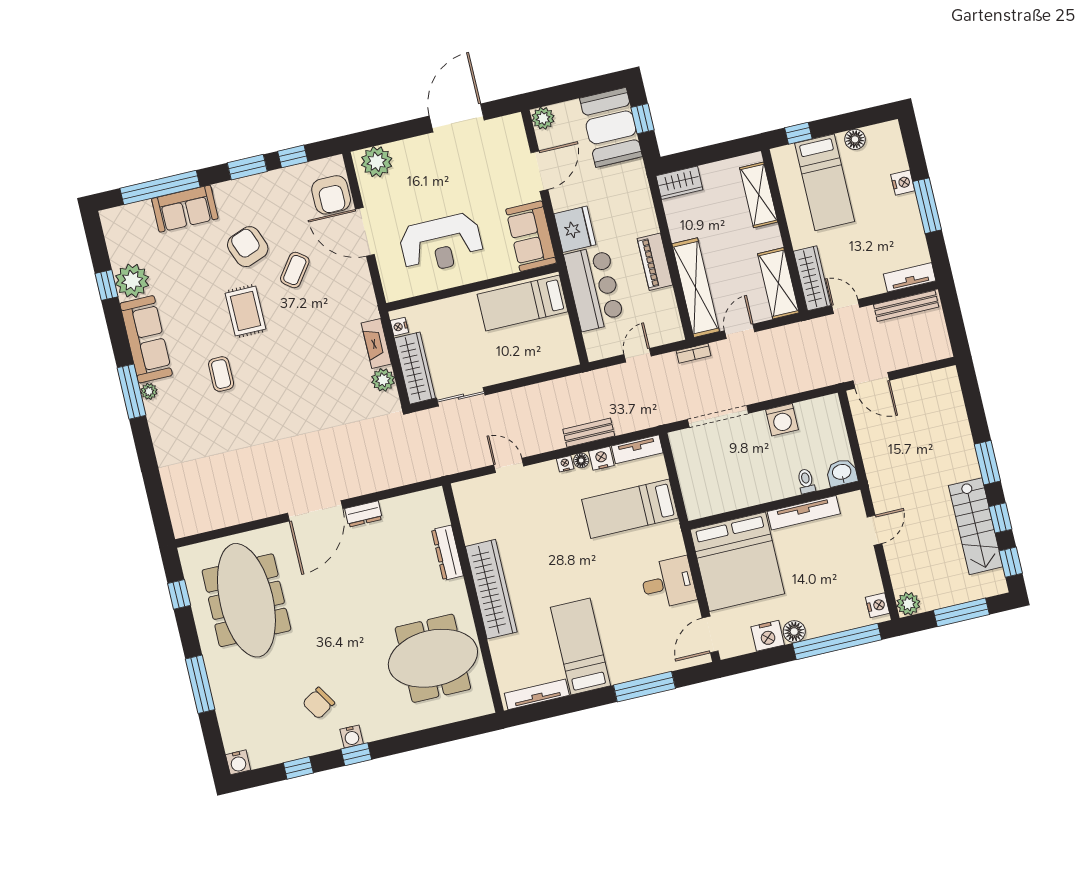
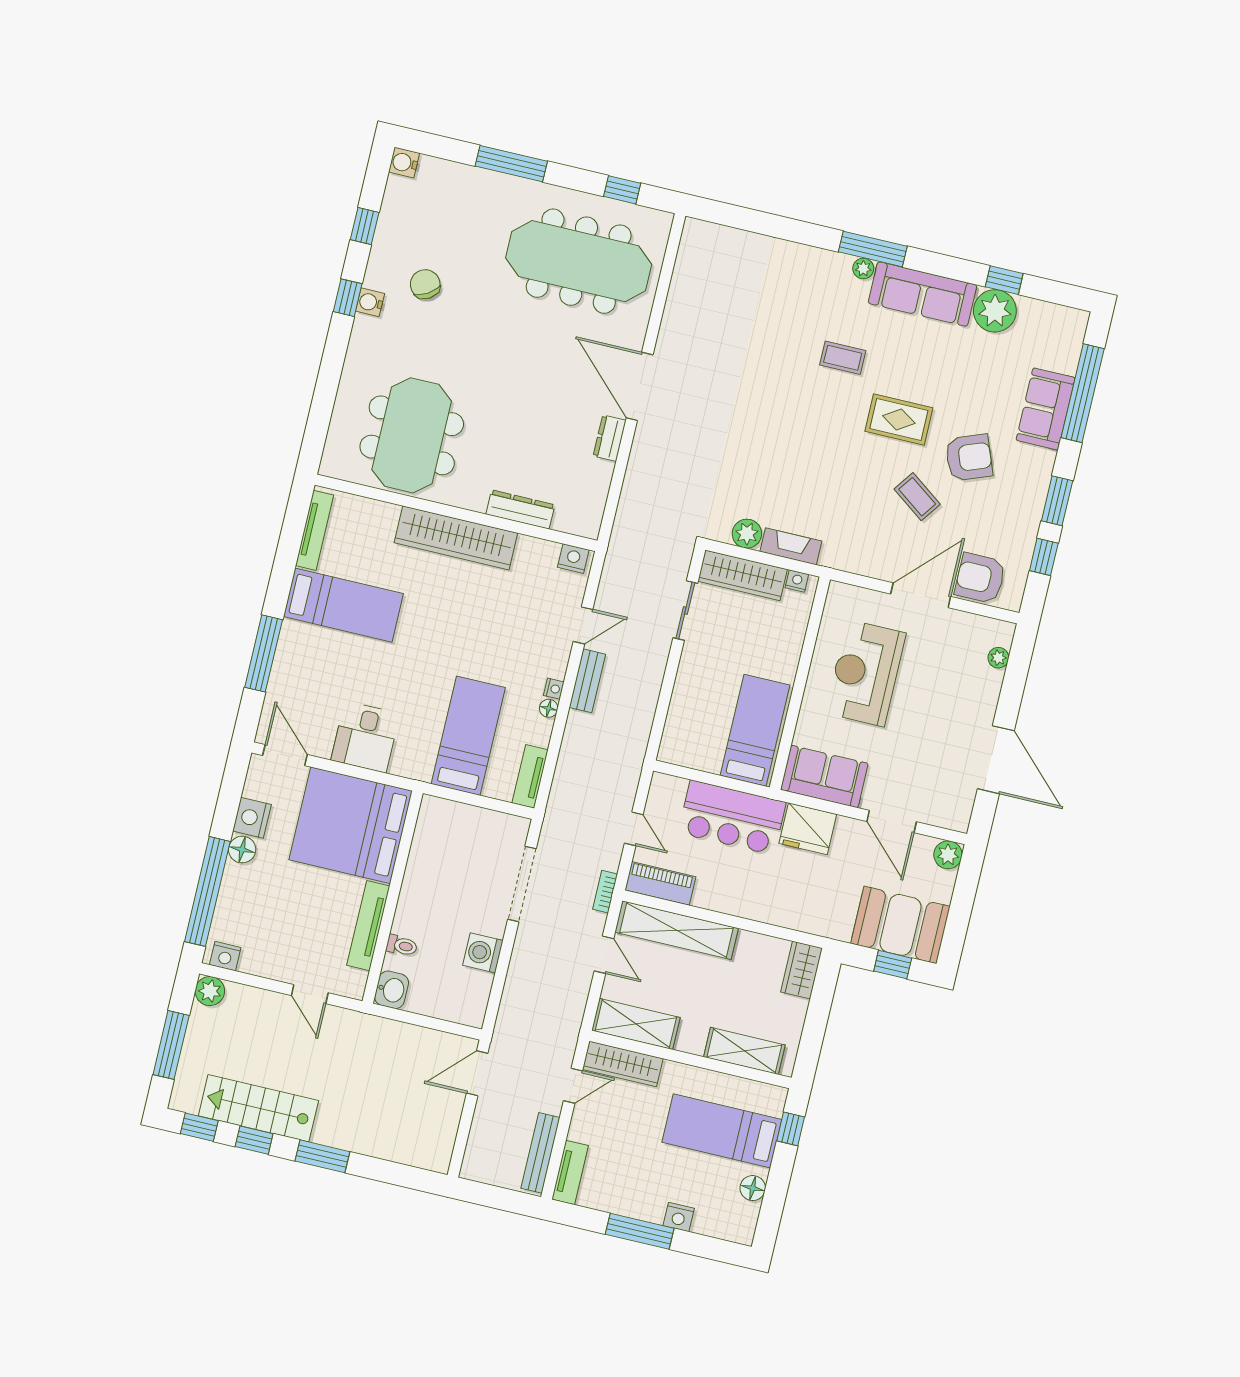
plant: (377, 162) -> (998, 658), width x0.53, depth x0.53
piano: (655, 262) -> (660, 883), moved
bench: (589, 433) -> (587, 681), moved
nightstand: (601, 458) -> (573, 559), moved, turned -90

